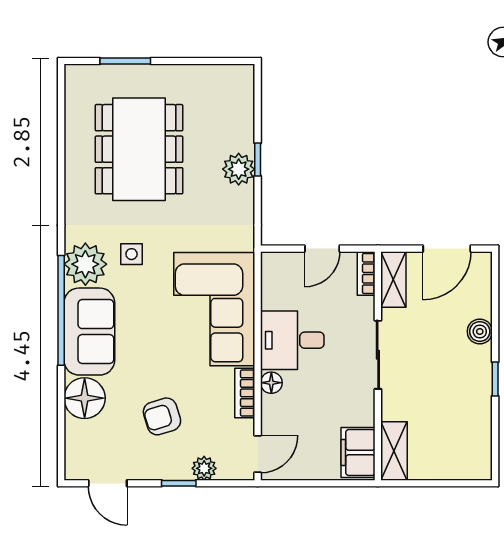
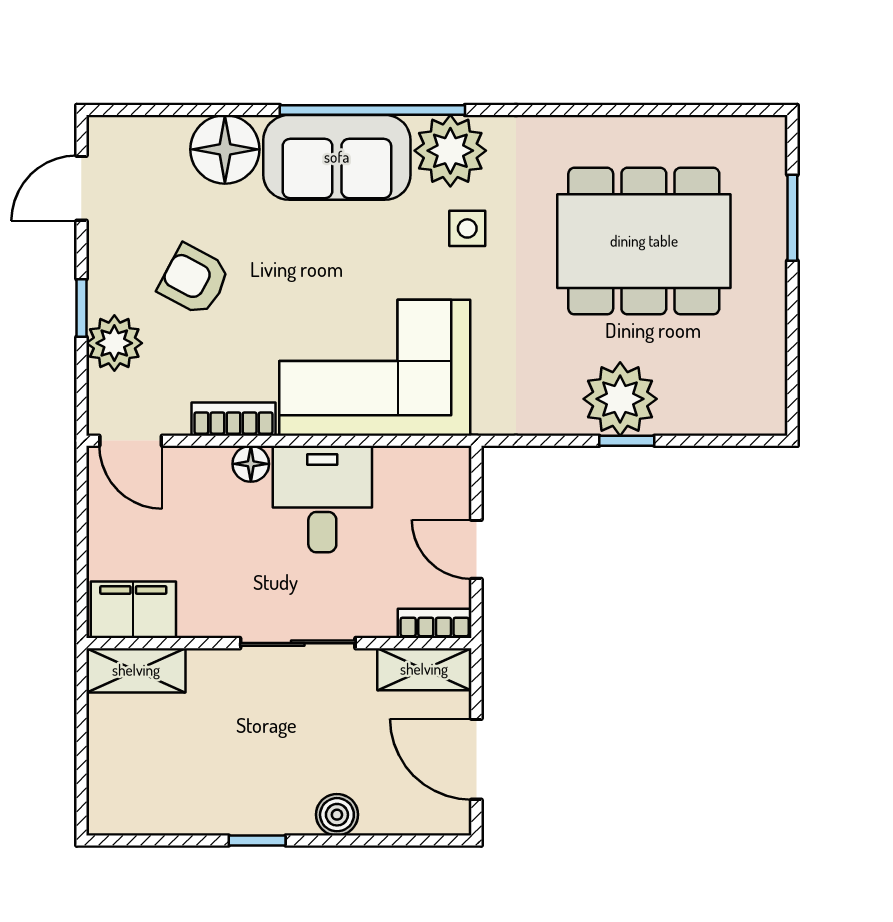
plant: (239, 169) -> (620, 399), width x1.36, depth x1.36
armchair: (162, 416) -> (194, 280), turned -45
plant: (204, 468) -> (114, 343), width x1.38, depth x1.38

